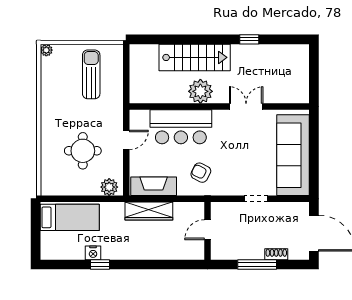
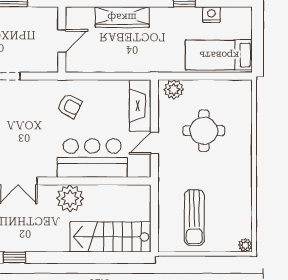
stairs: (195, 57) -> (110, 237), moved
fireplace: (154, 186) -> (140, 106), moved, turned 90
wardrobe: (149, 211) -> (122, 17), moved, turned 180
nightstand: (93, 253) -> (211, 15), moved

